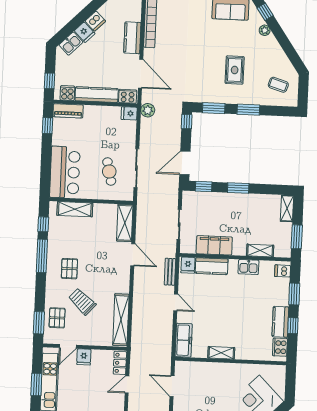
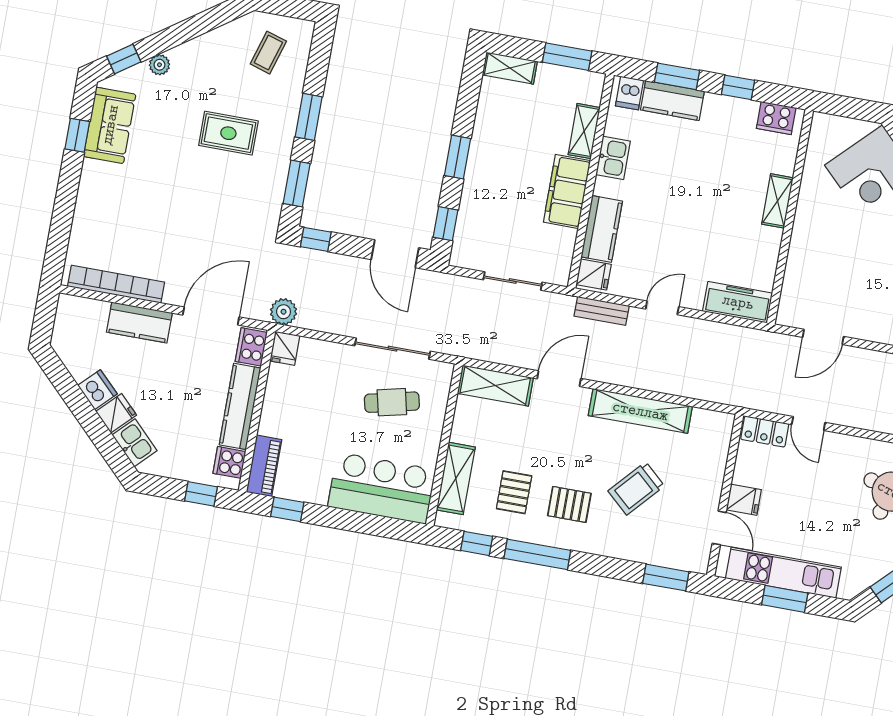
filing cabinet: (214, 245) -> (567, 191), moved
pallet: (57, 318) -> (514, 492), moved, turned 90
shelving: (121, 320) -> (640, 411), moved
kitchen counter: (280, 322) -> (672, 101), moved
shelving: (221, 353) -> (777, 201), moved

